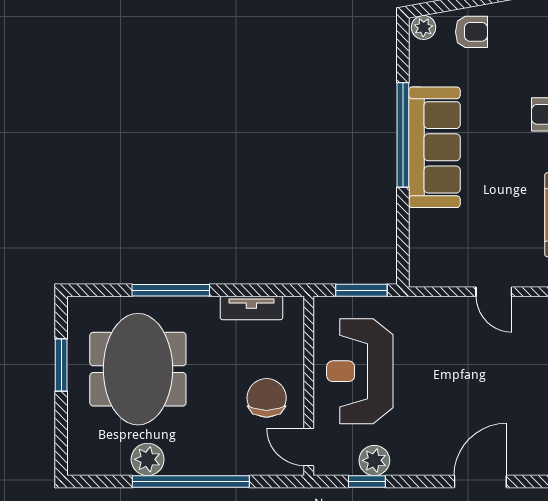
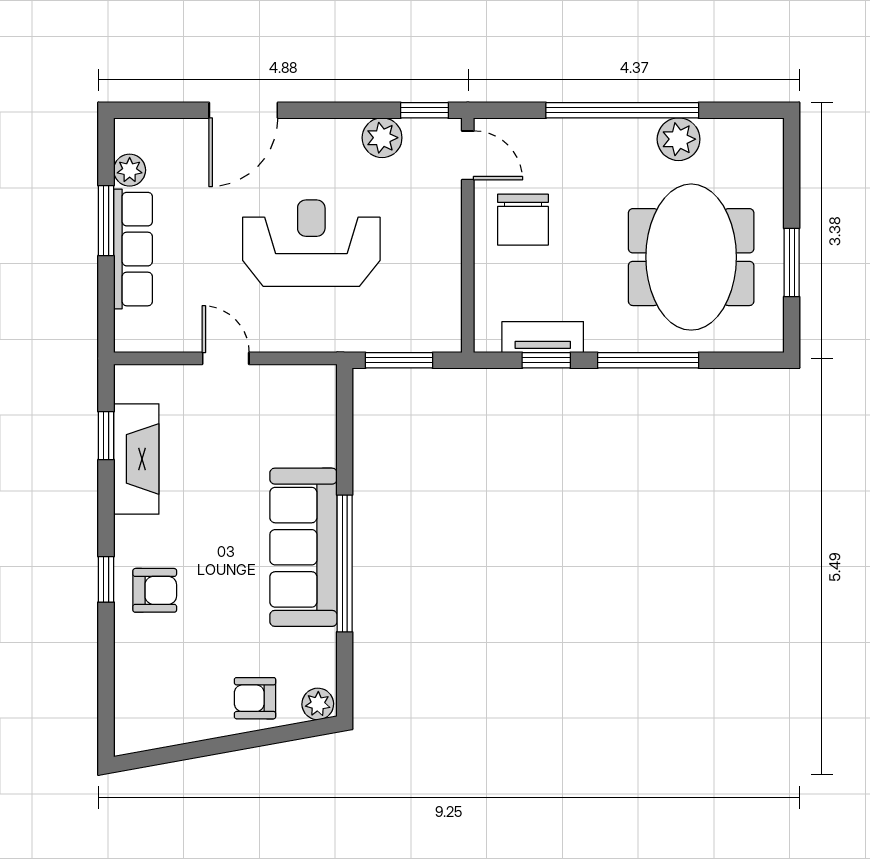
window: (249, 290) -> (546, 360), added
reception desk: (360, 371) -> (311, 243), moved, turned -90
window: (367, 481) -> (424, 110), moved

